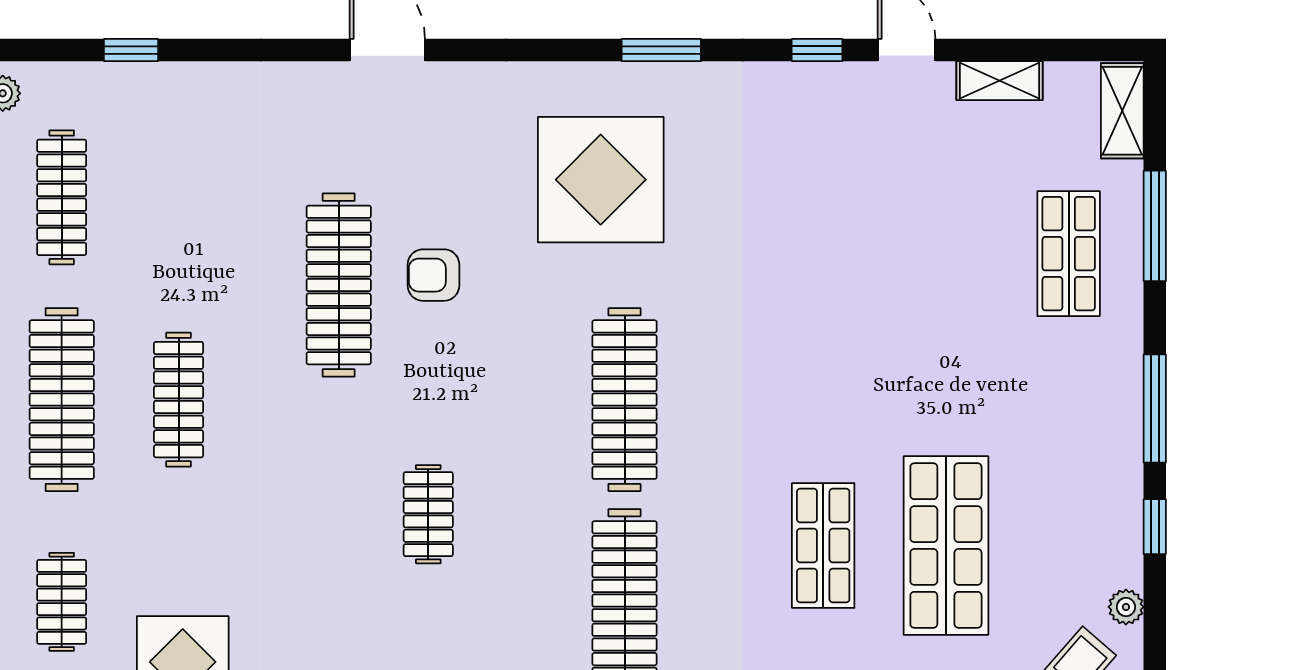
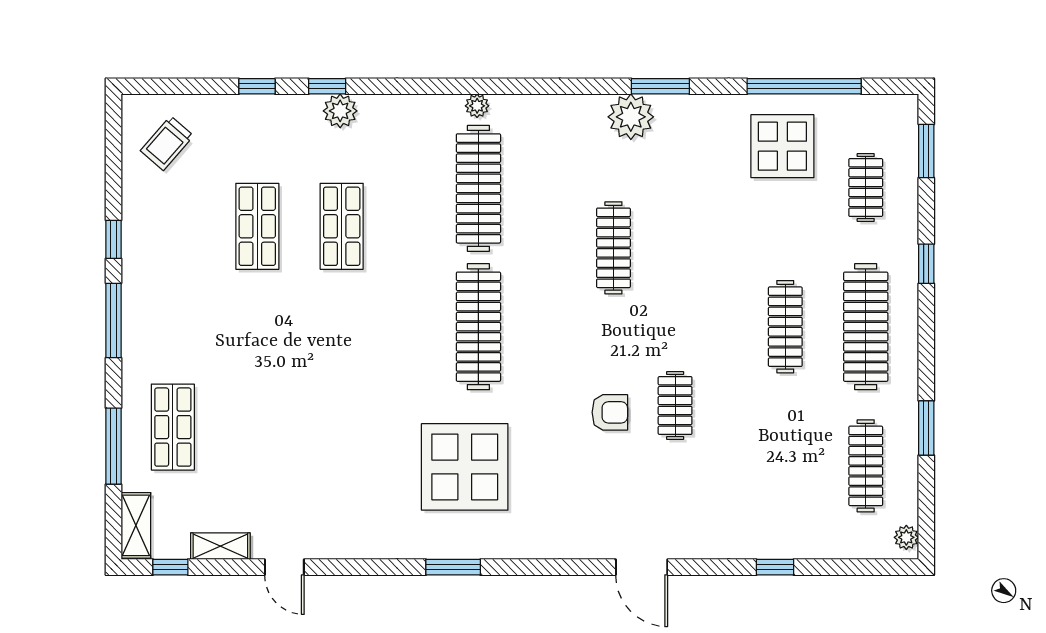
window: (131, 50) -> (775, 567), moved
window: (817, 50) -> (170, 567), moved
display table: (601, 180) -> (465, 467), moved
clothes rail: (339, 285) -> (675, 406), width x0.54, depth x0.76
clothes rail: (428, 514) -> (613, 248), width x1.36
shop shelf: (946, 546) -> (257, 226), width x0.70, depth x0.74
plant: (1126, 607) -> (133, 184), removed

